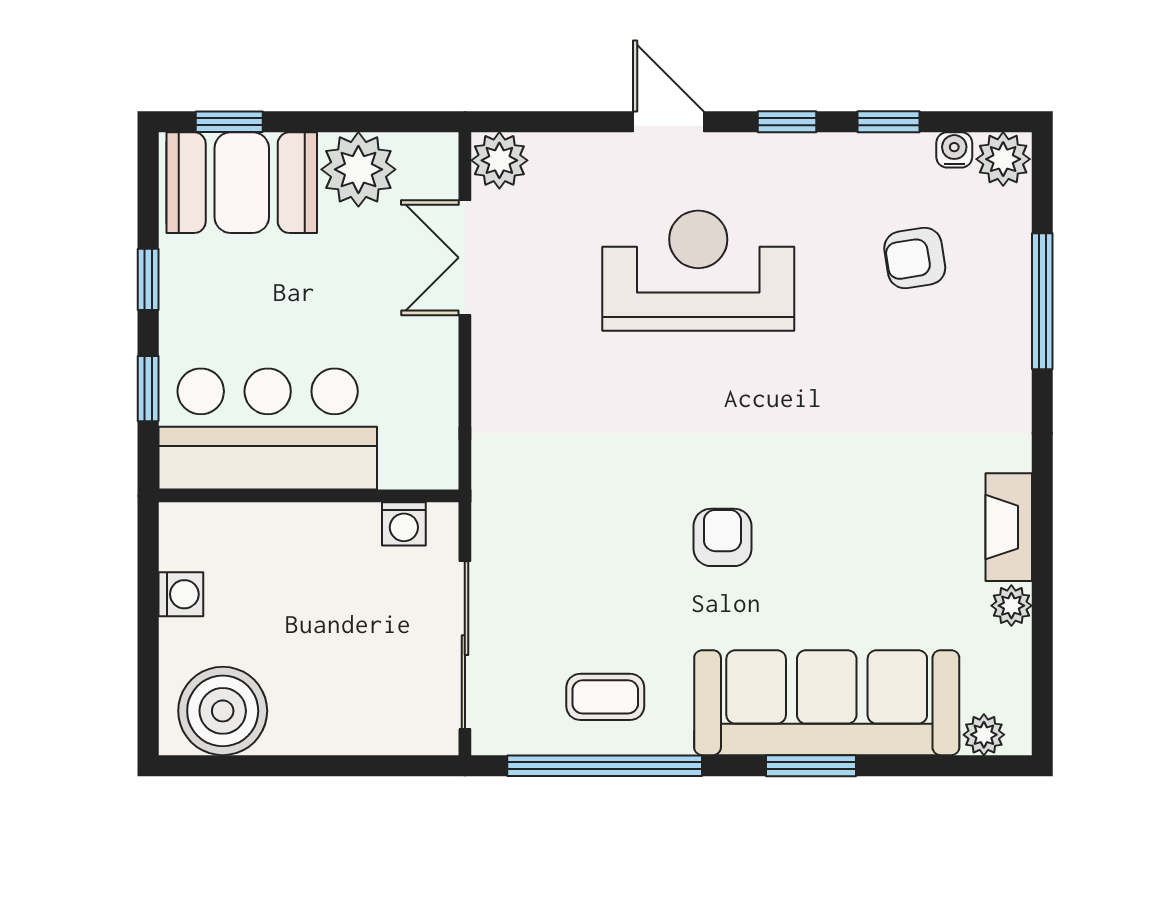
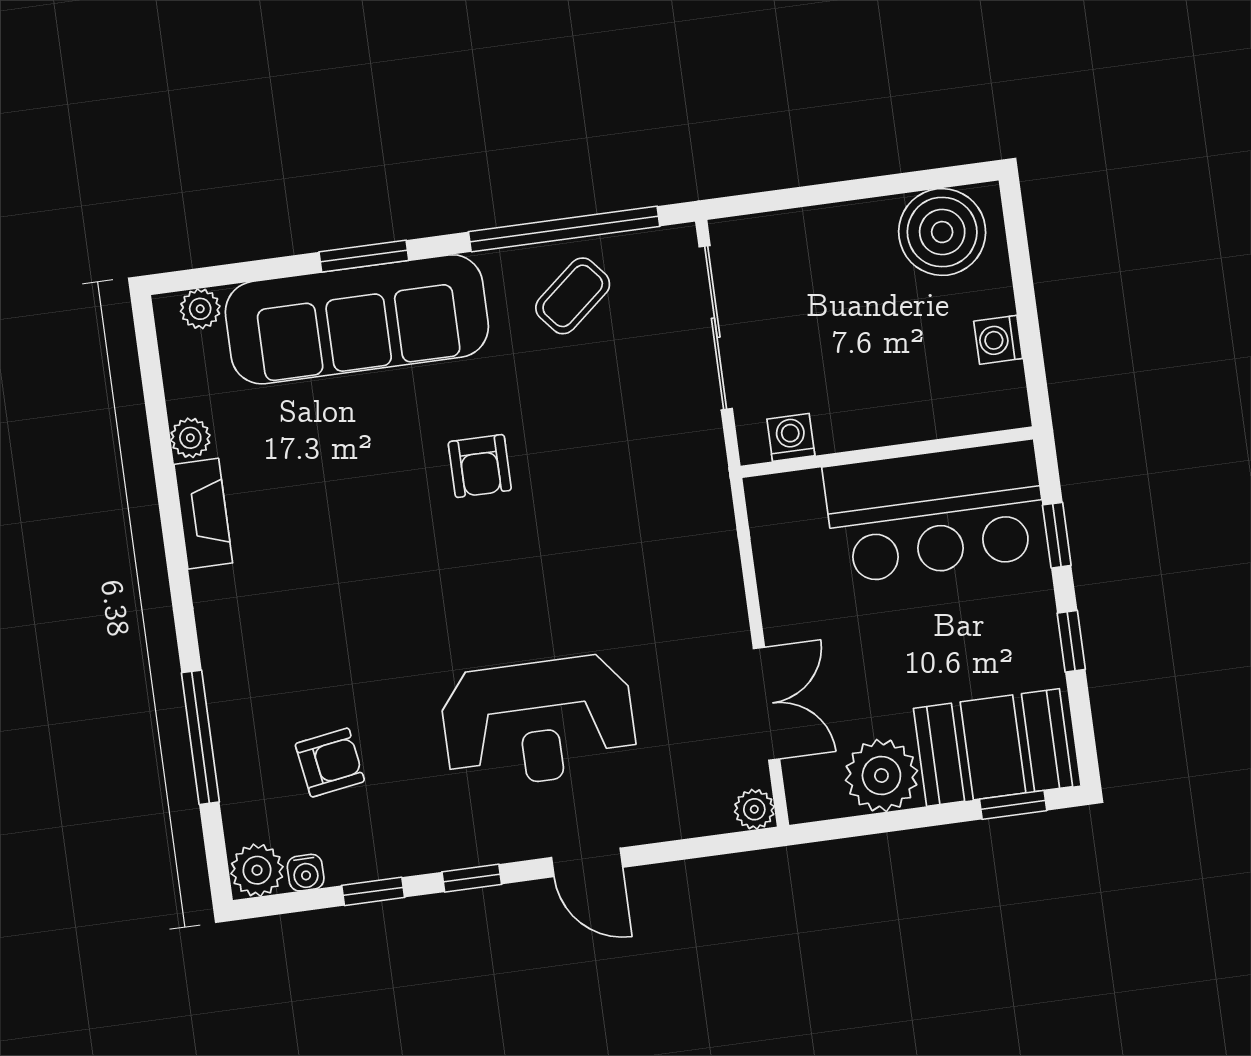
plant: (499, 160) -> (754, 809), width x0.73, depth x0.73
coffee table: (605, 697) -> (573, 296), turned -40

